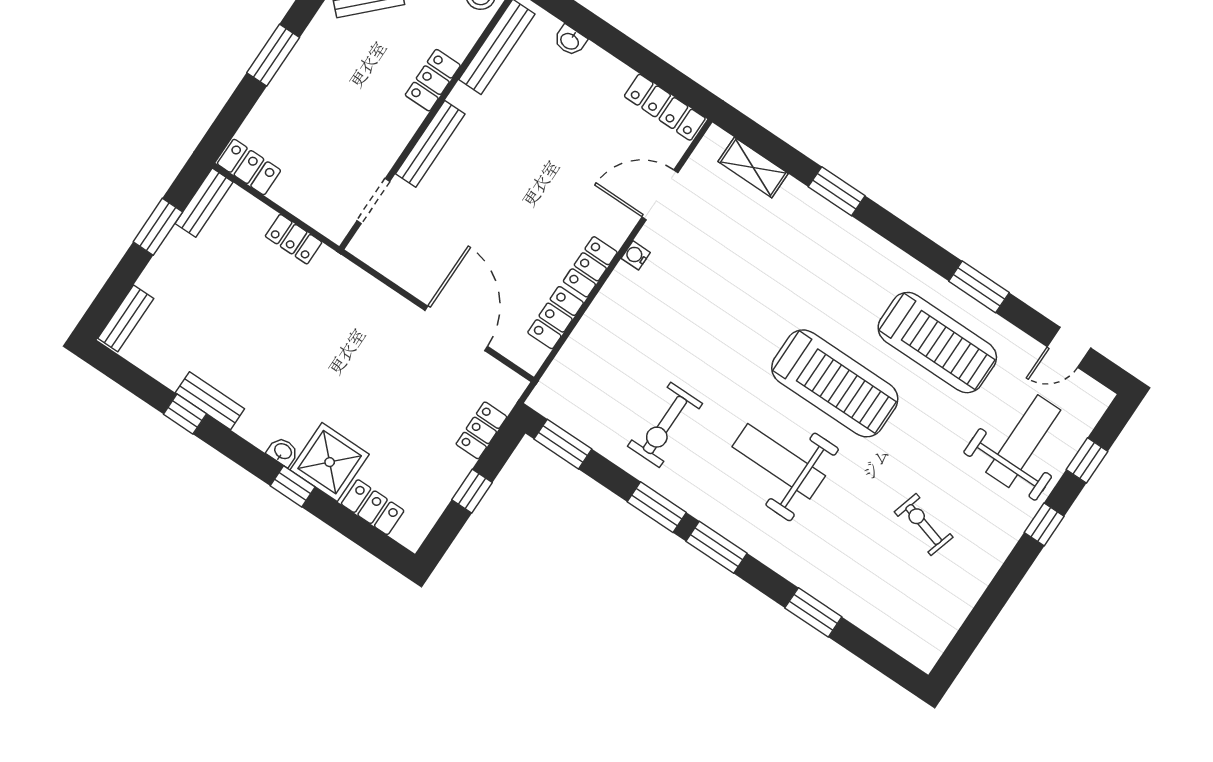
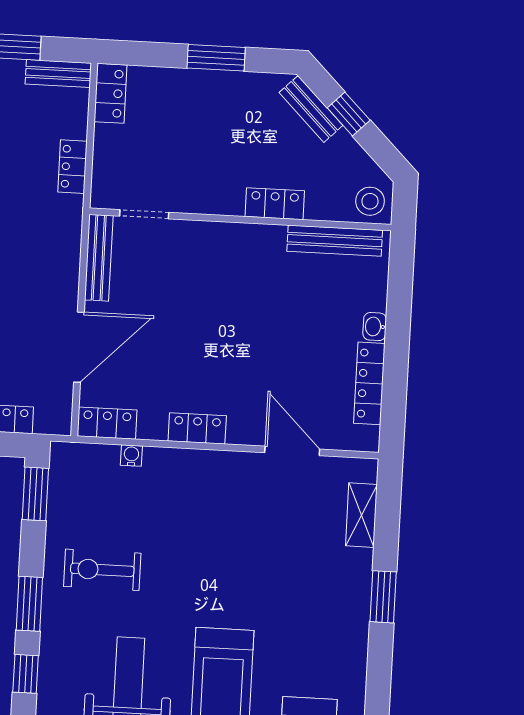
washbasin: (570, 41) -> (375, 327), moved
locker: (665, 107) -> (369, 383), moved
bench: (430, 144) -> (99, 258), moved, turned 90
water cooler: (636, 255) -> (131, 456), moved
locker: (556, 318) -> (107, 423), moved
window: (717, 547) -> (26, 674), width x0.67

